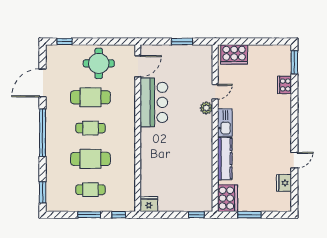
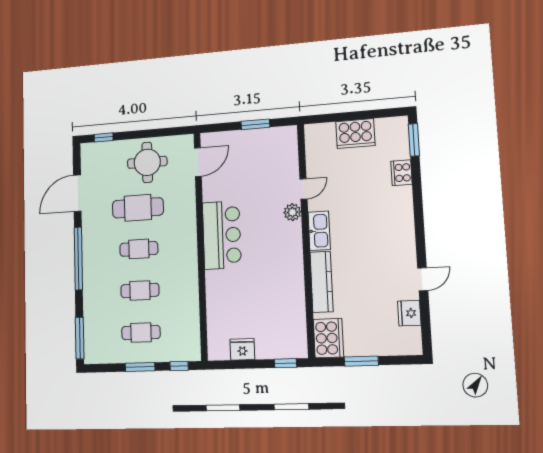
cooker: (234, 54) -> (355, 134), moved
bar counter: (154, 102) -> (222, 235), moved
cafe table: (90, 159) -> (140, 290), width x0.73, depth x0.74
window: (43, 192) -> (80, 338), width x1.44
fridge: (149, 204) -> (242, 349), moved

